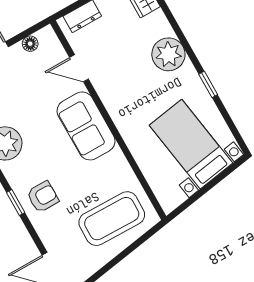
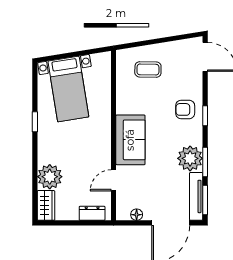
plant: (168, 54) -> (50, 177), moved
door: (79, 68) -> (114, 180), swing flipped
coffee table: (112, 219) -> (148, 70), width x0.54, depth x0.58

